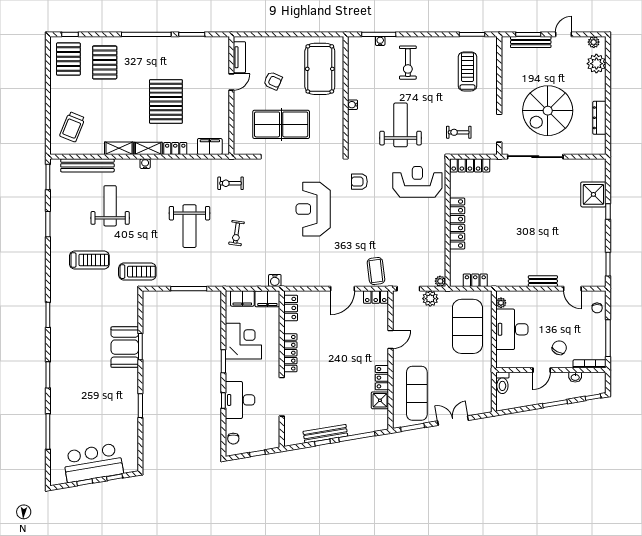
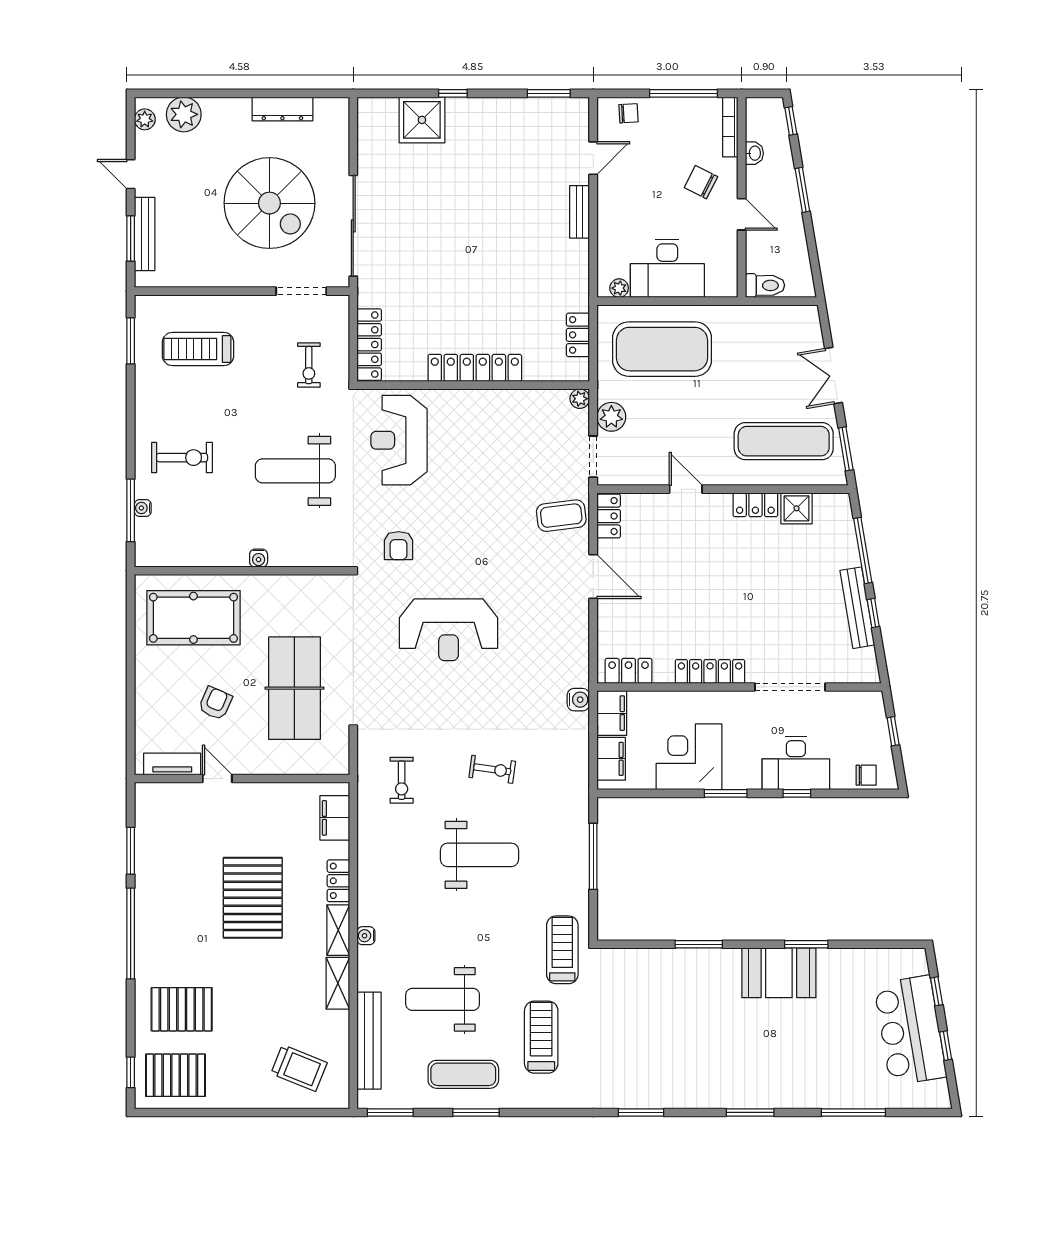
pallet: (166, 101) -> (253, 898), turned 90
exercise mat: (69, 217) -> (463, 1074), added
booth: (125, 347) -> (779, 973), moved

